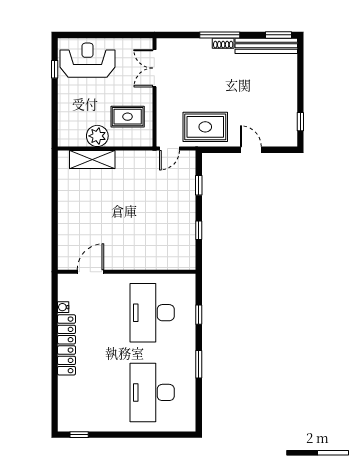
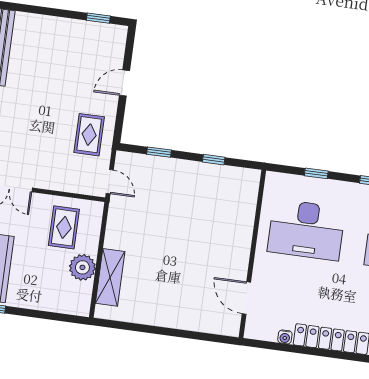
rug: (205, 127) -> (89, 135), width x0.73, depth x0.70

